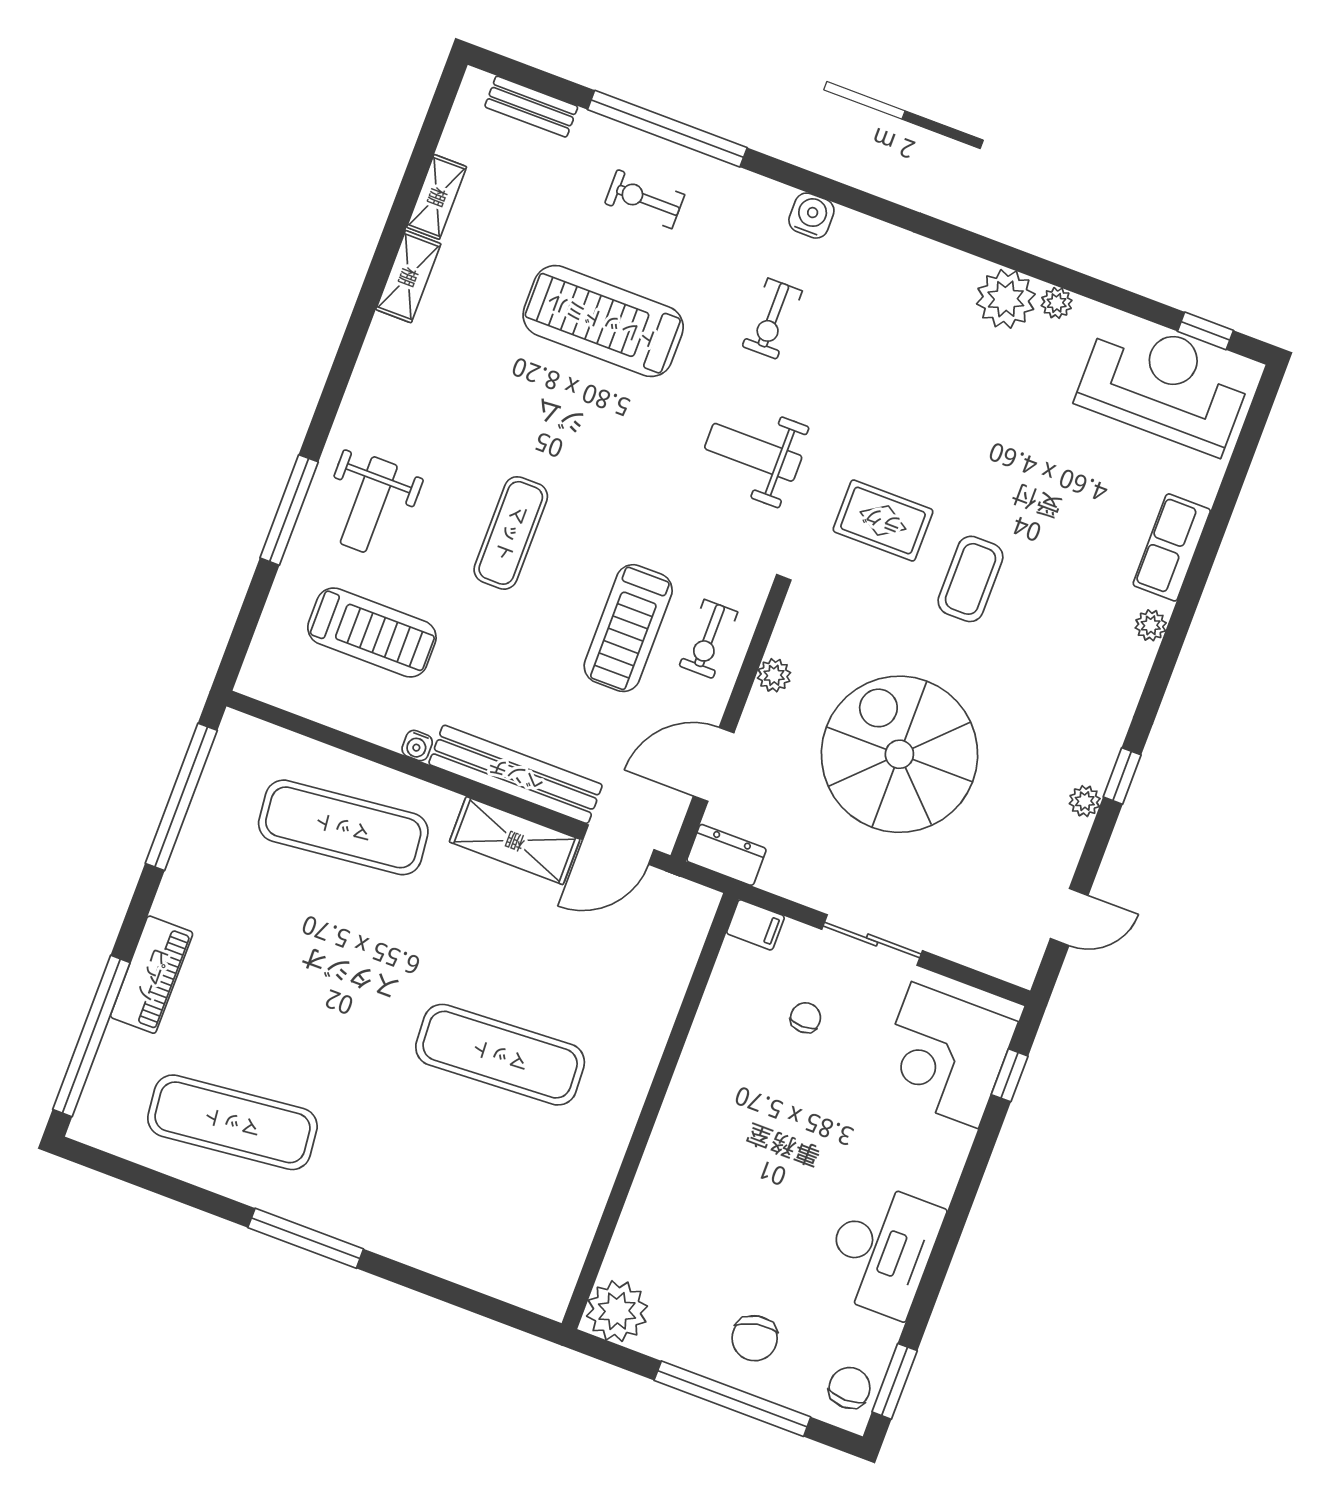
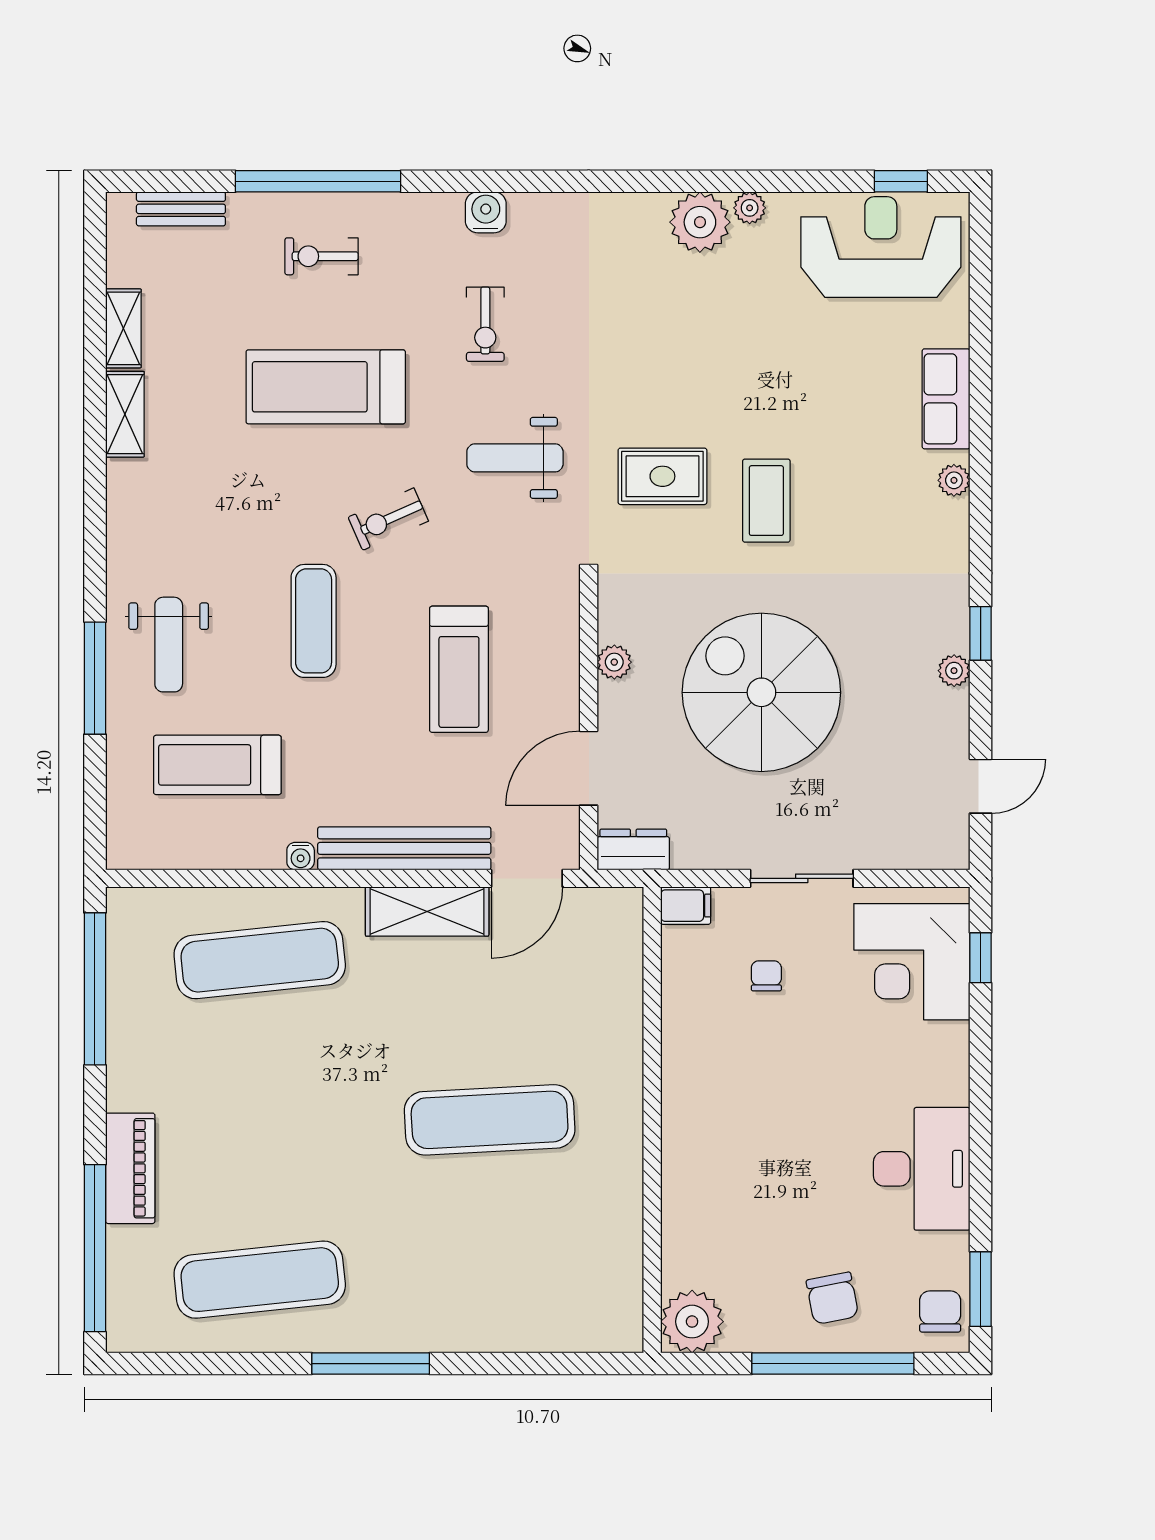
treadmill: (372, 633) -> (217, 765), turned 180
exercise bike: (708, 639) -> (388, 519), moved, turned 66

